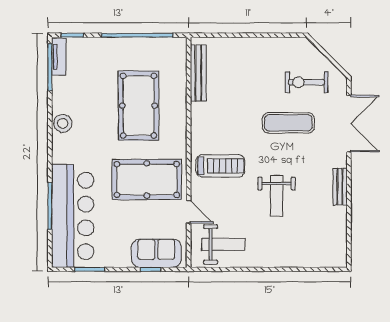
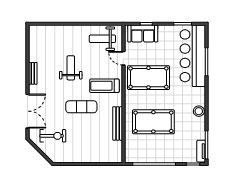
bench: (198, 73) -> (118, 123), moved
pool table: (139, 106) -> (153, 122), turned 90
exercise mat: (288, 123) -> (81, 107), moved
double door: (349, 124) -> (27, 111), swing flipped

